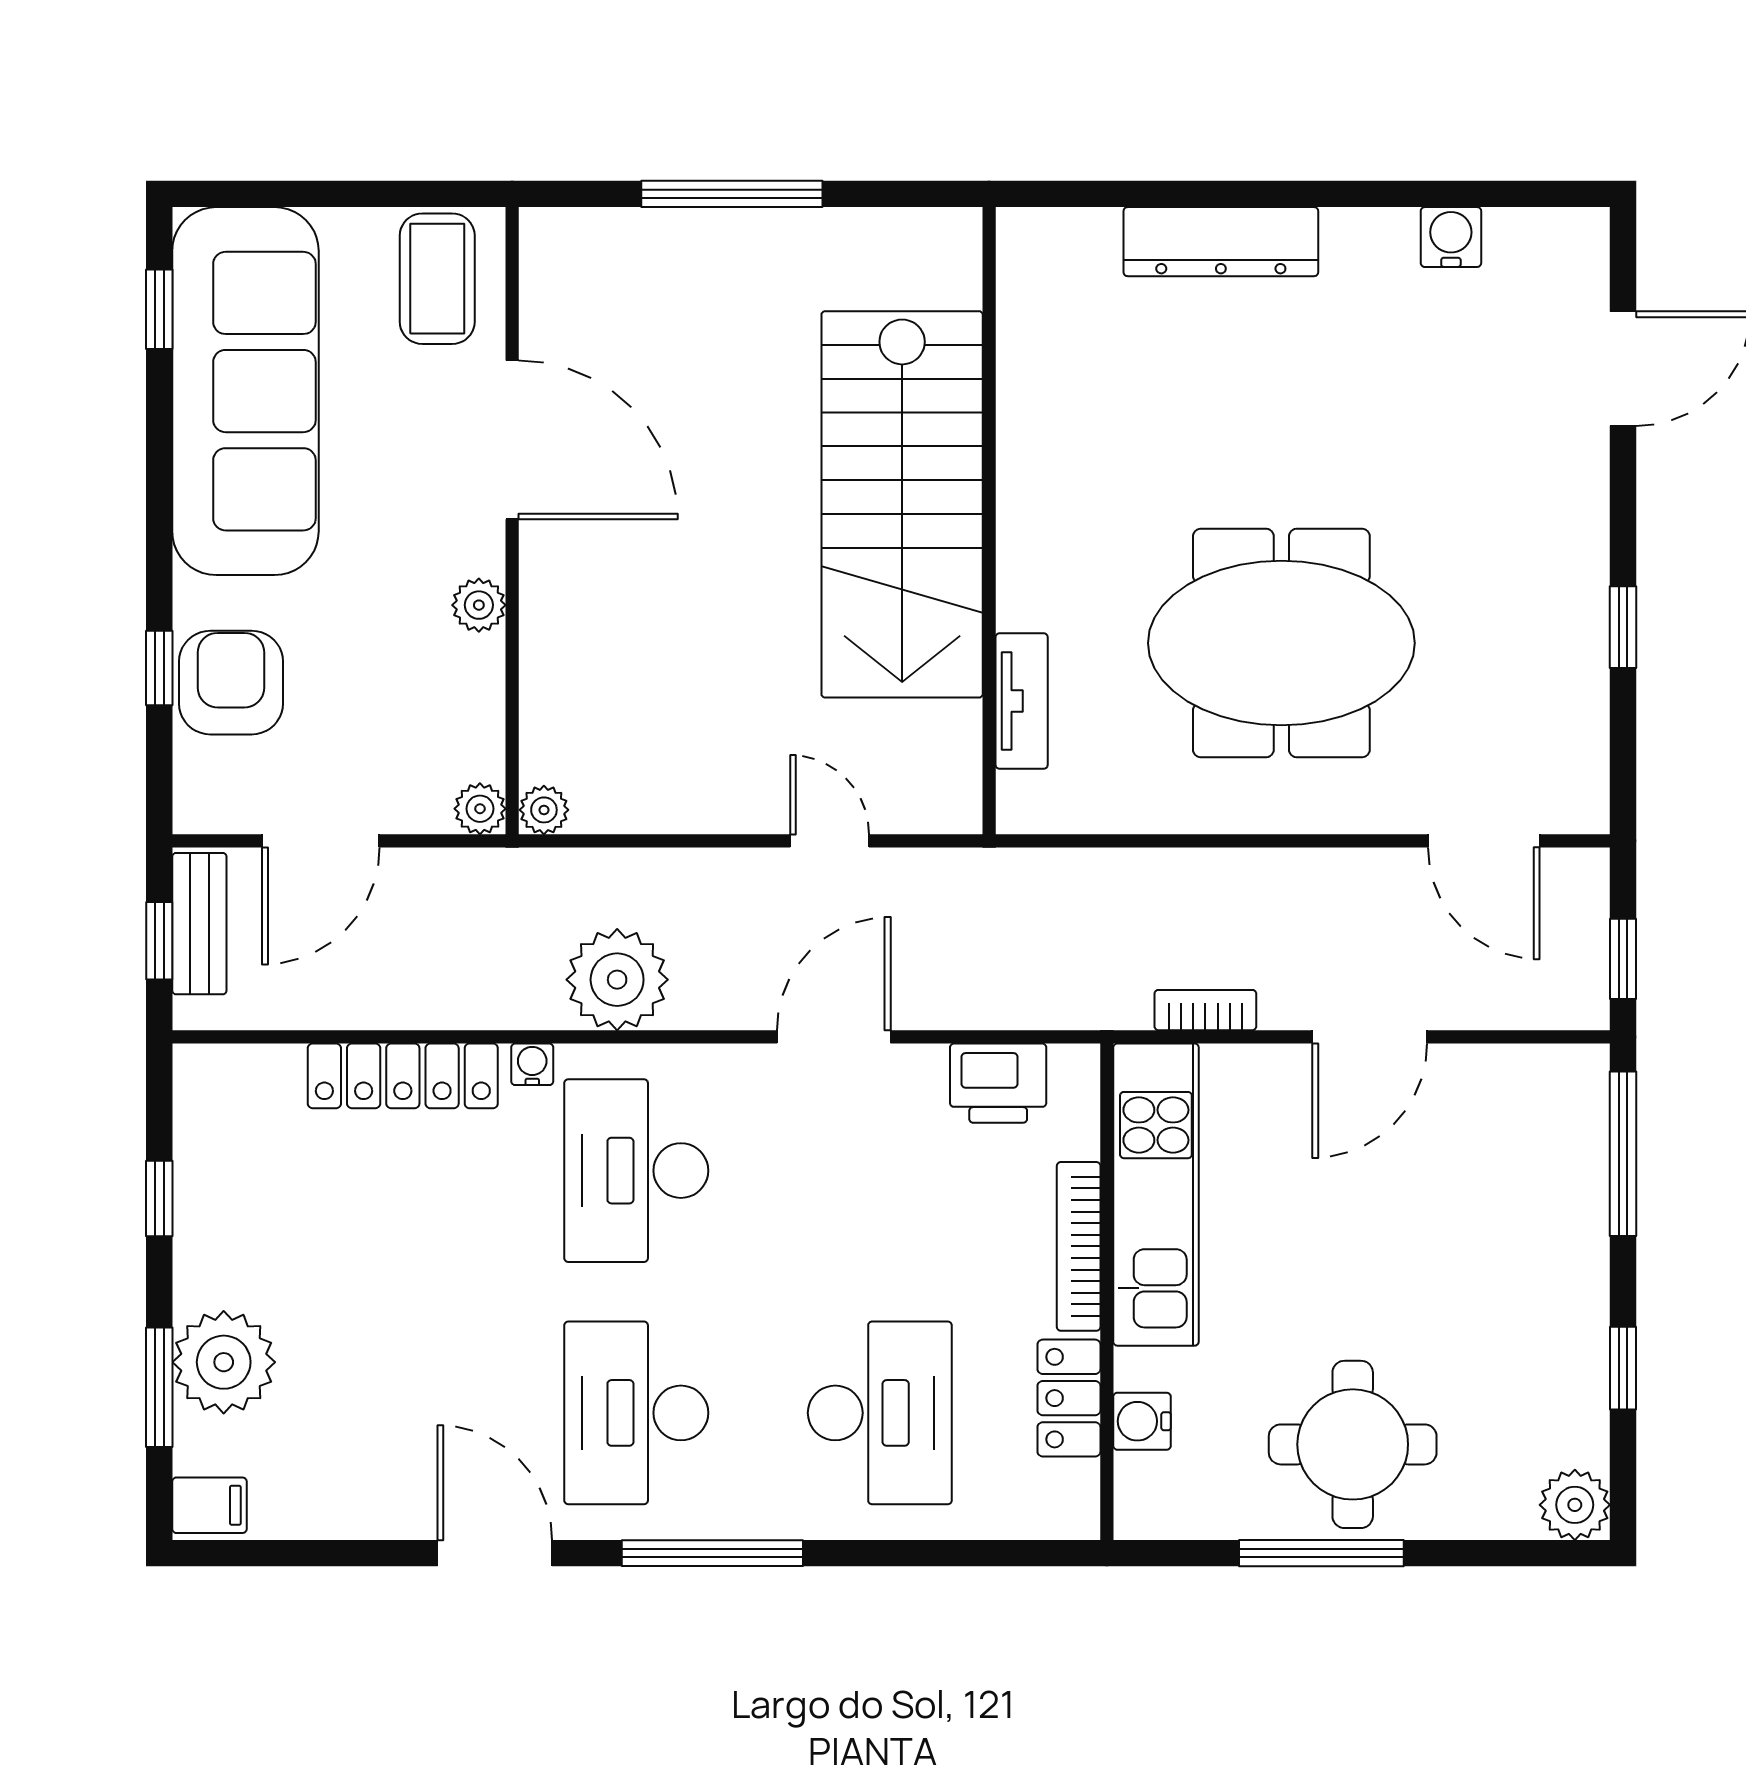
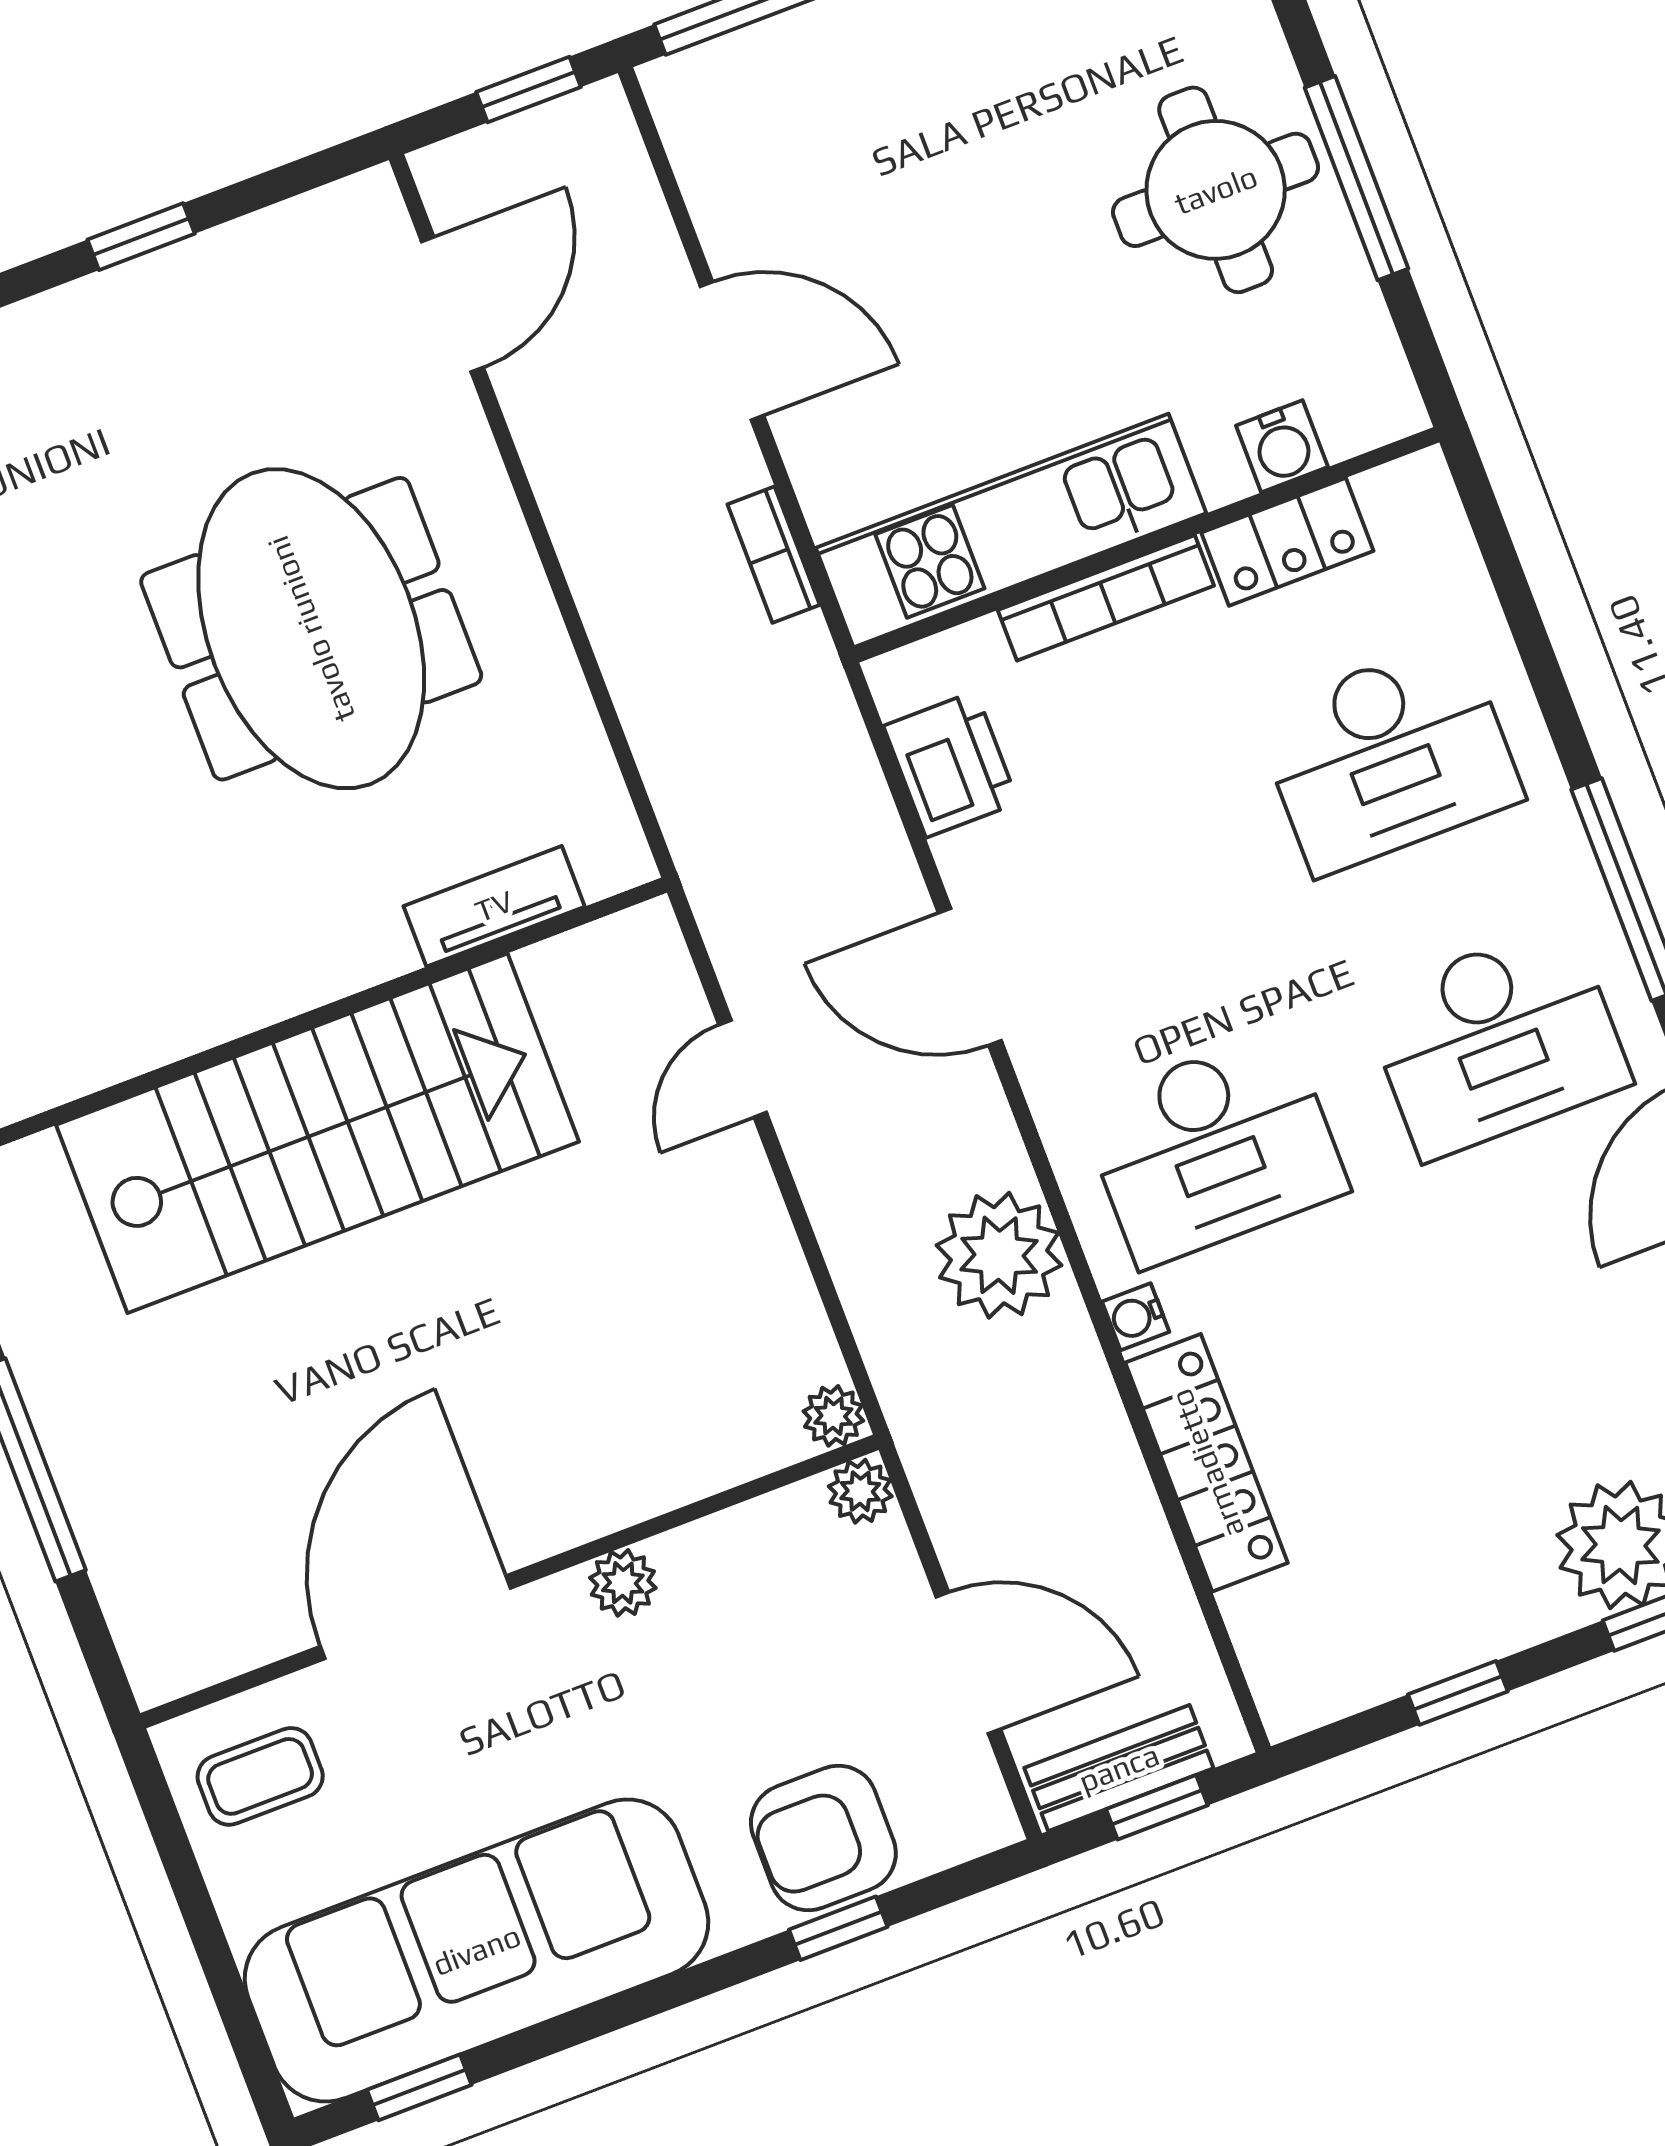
coffee table: (437, 279) -> (260, 1776), width x0.73, depth x0.77
desk: (880, 1413) -> (1389, 756), turned 180

